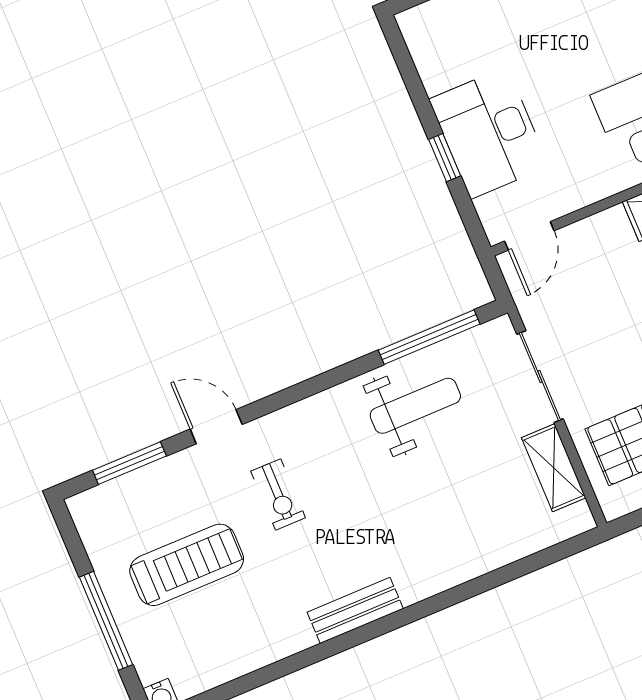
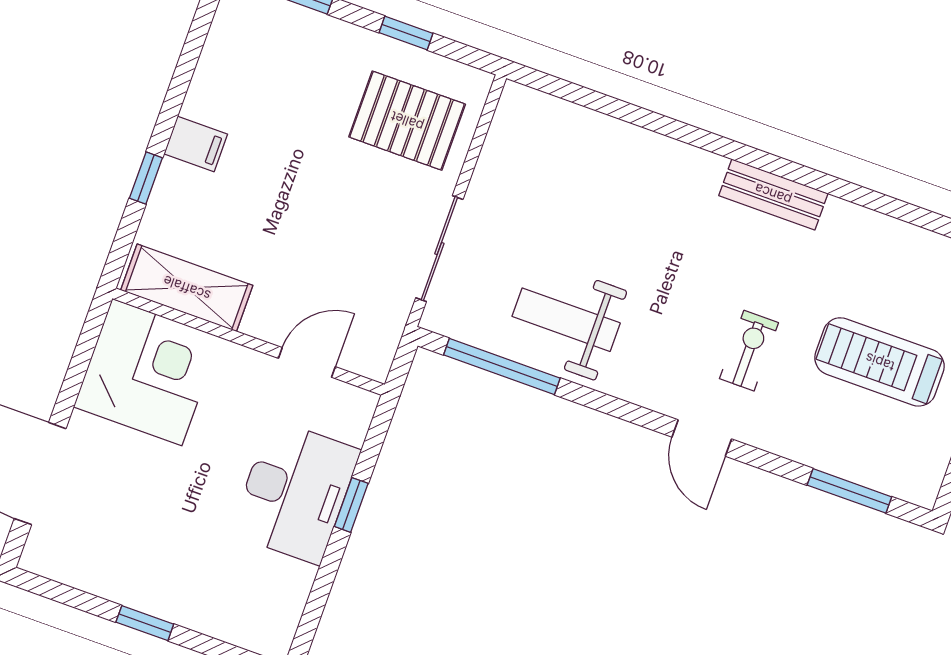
door: (529, 236) -> (307, 362), moved
door: (216, 427) -> (702, 438), moved
shelving: (554, 468) -> (498, 162), removed

